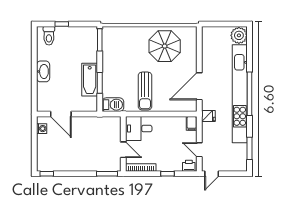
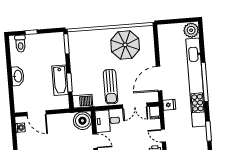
double door: (170, 114) -> (135, 106), added
boiler: (111, 126) -> (82, 121), added

